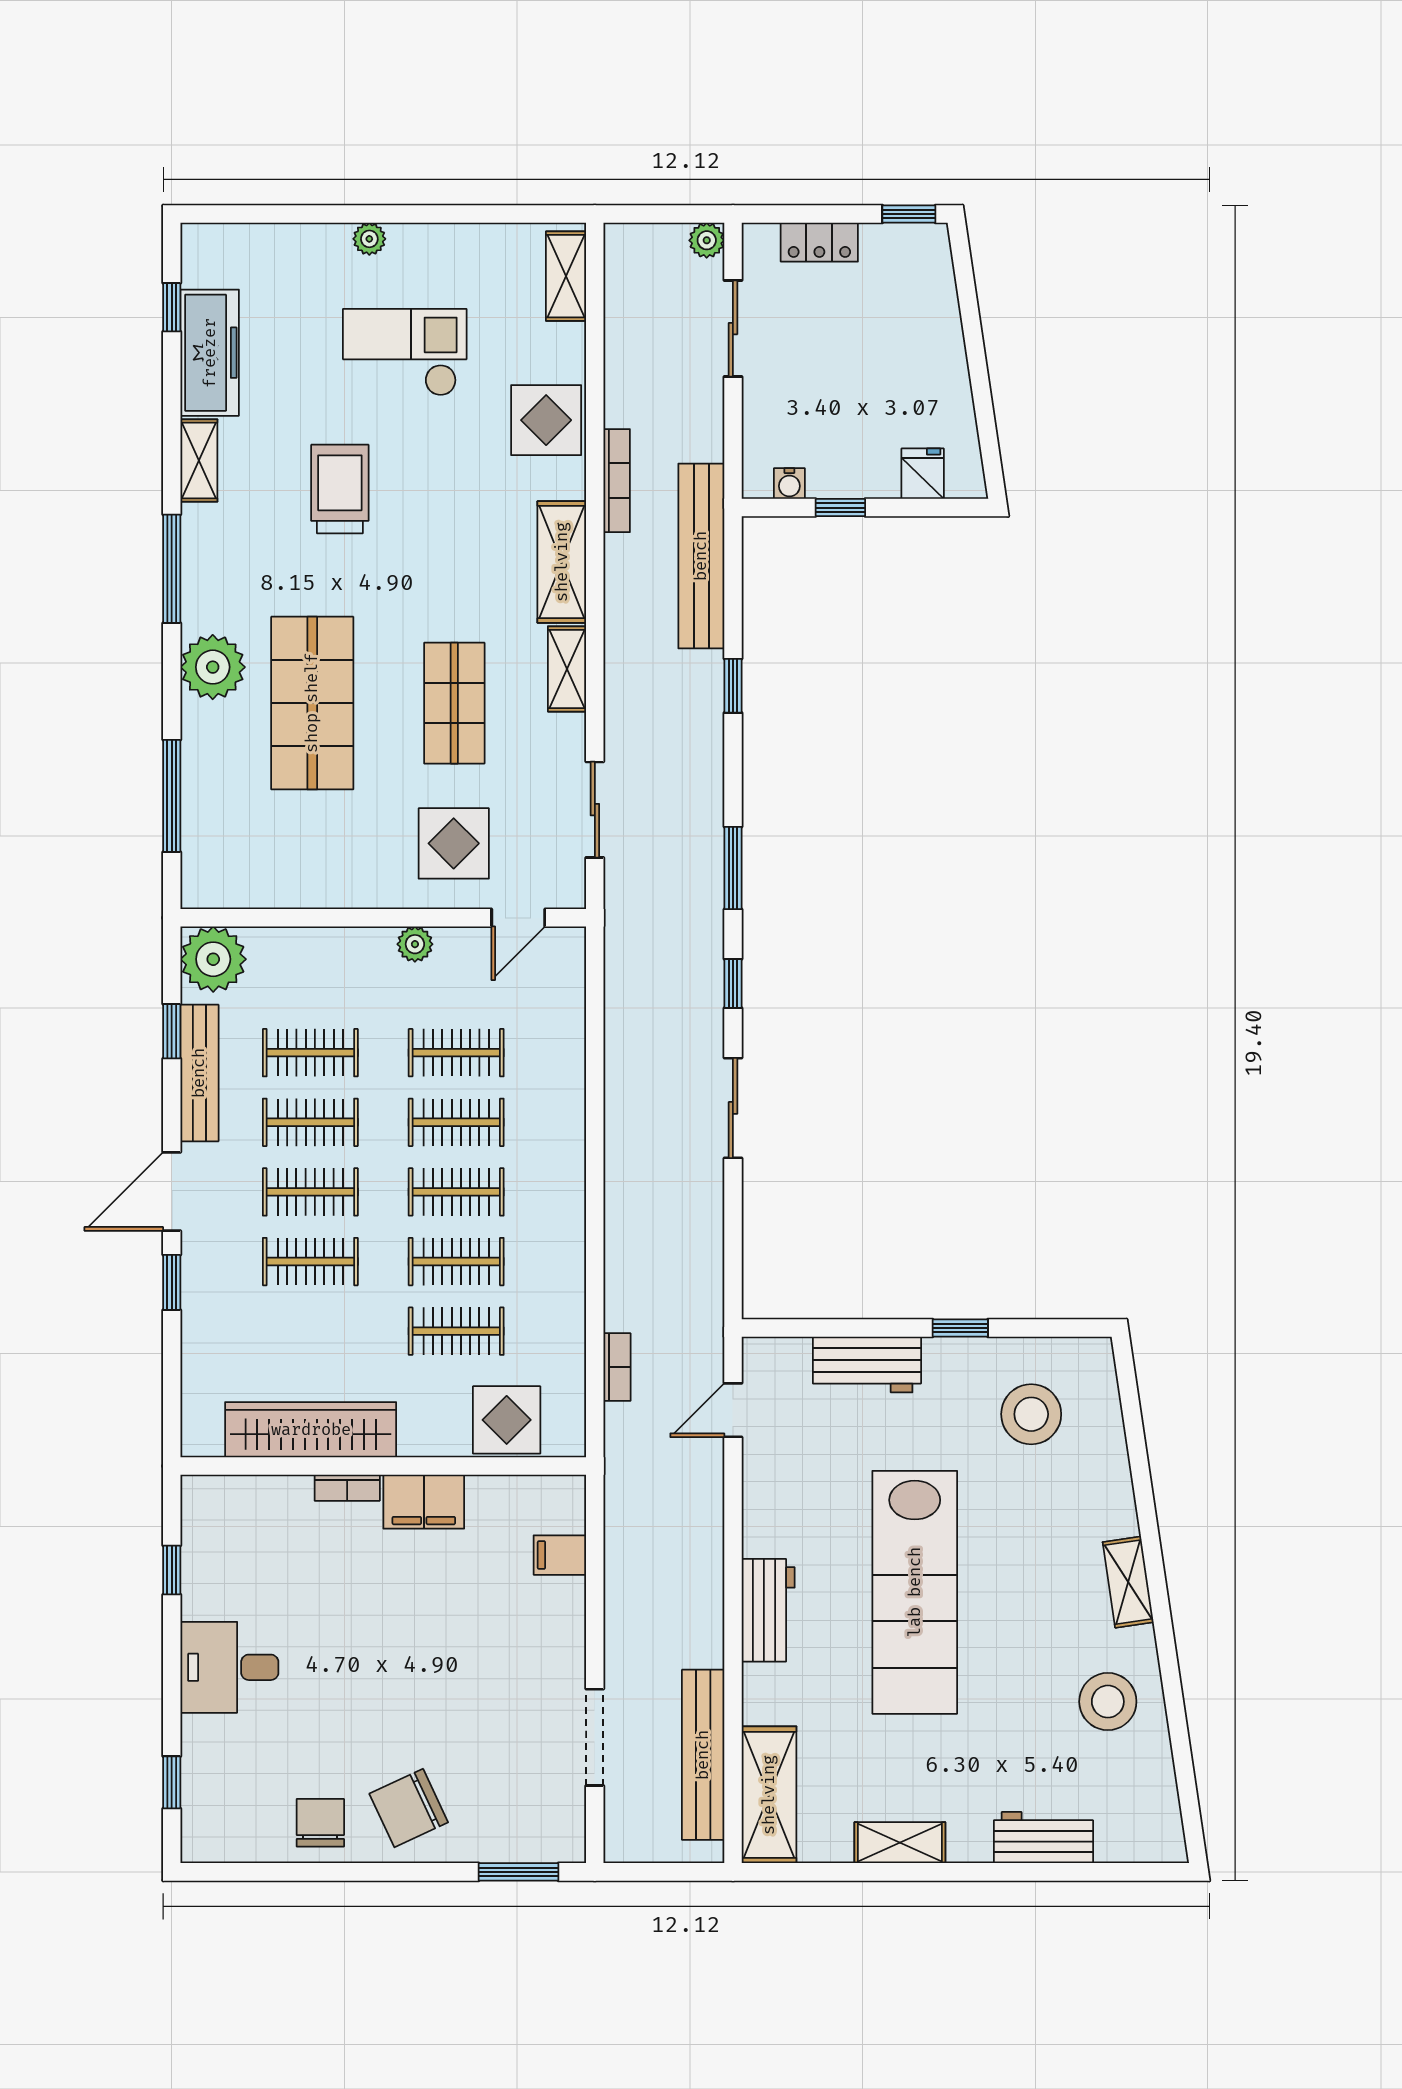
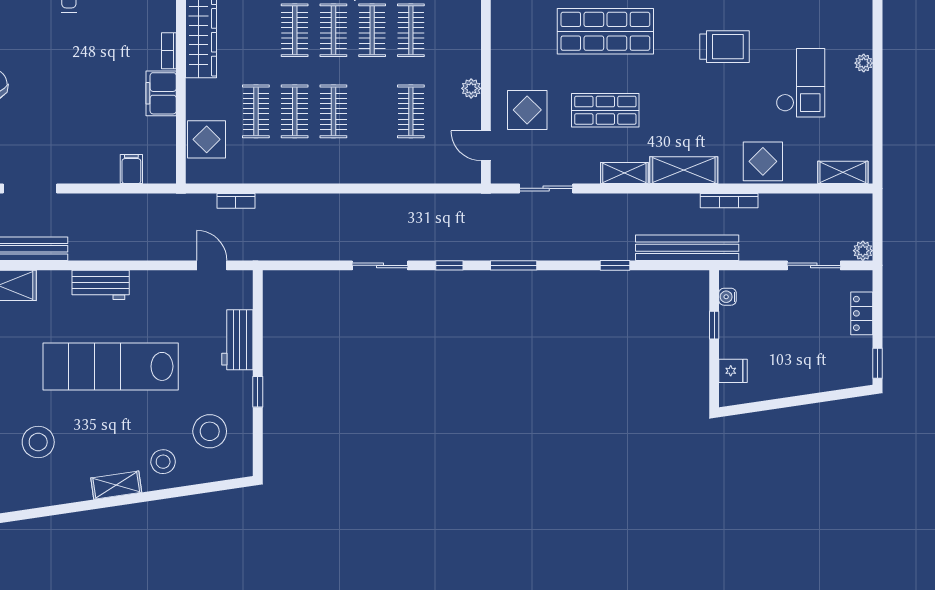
clothes rail: (456, 1122) -> (372, 111), removed
stool: (1086, 1498) -> (163, 462), added
stool: (1108, 1702) -> (38, 442), moved

